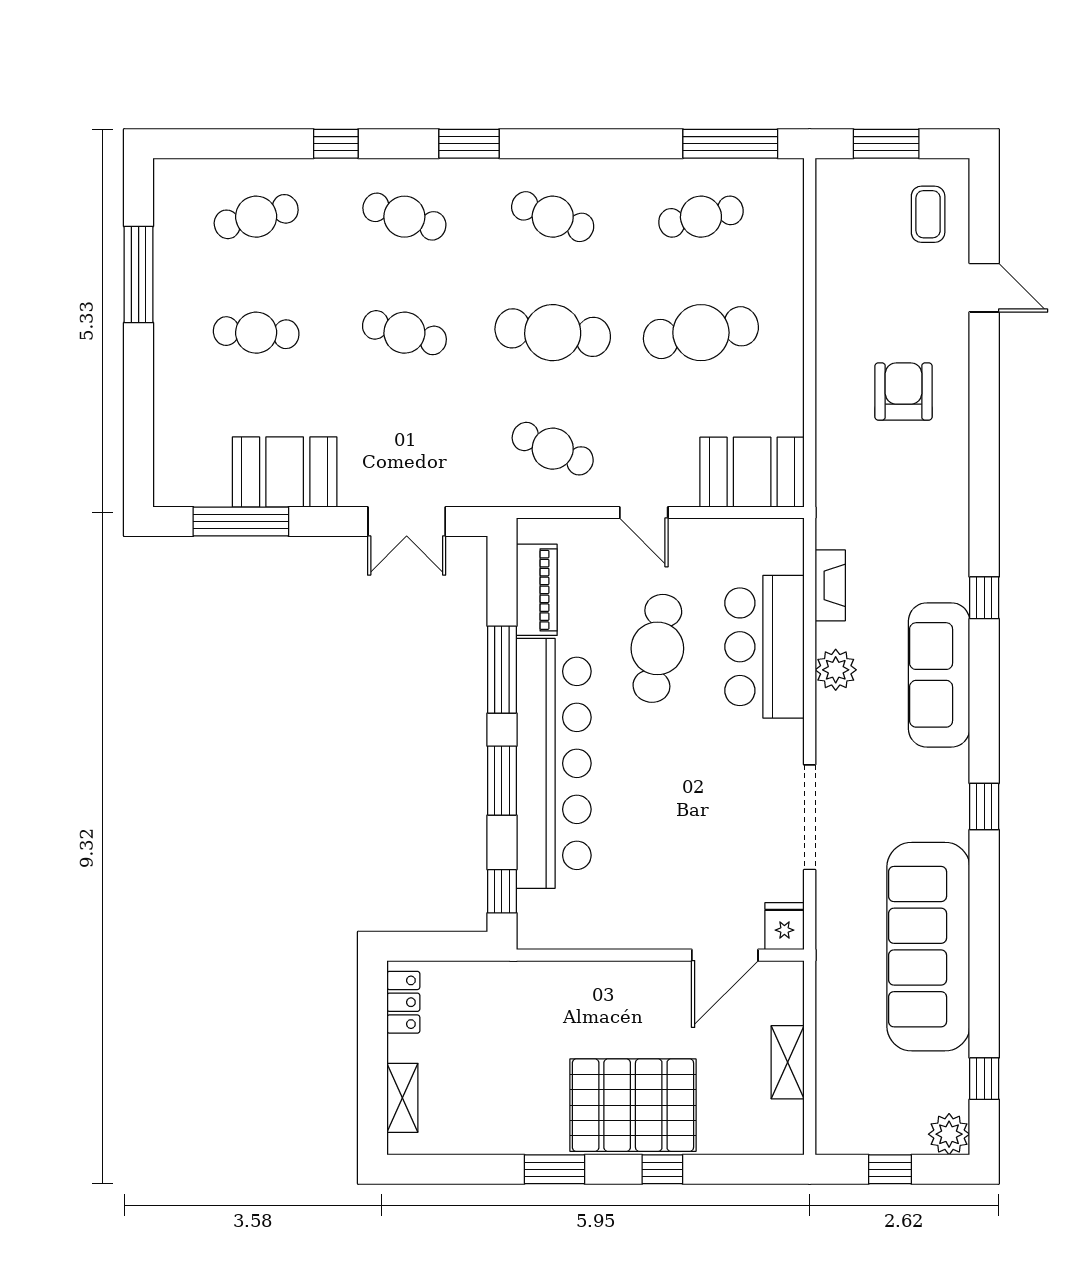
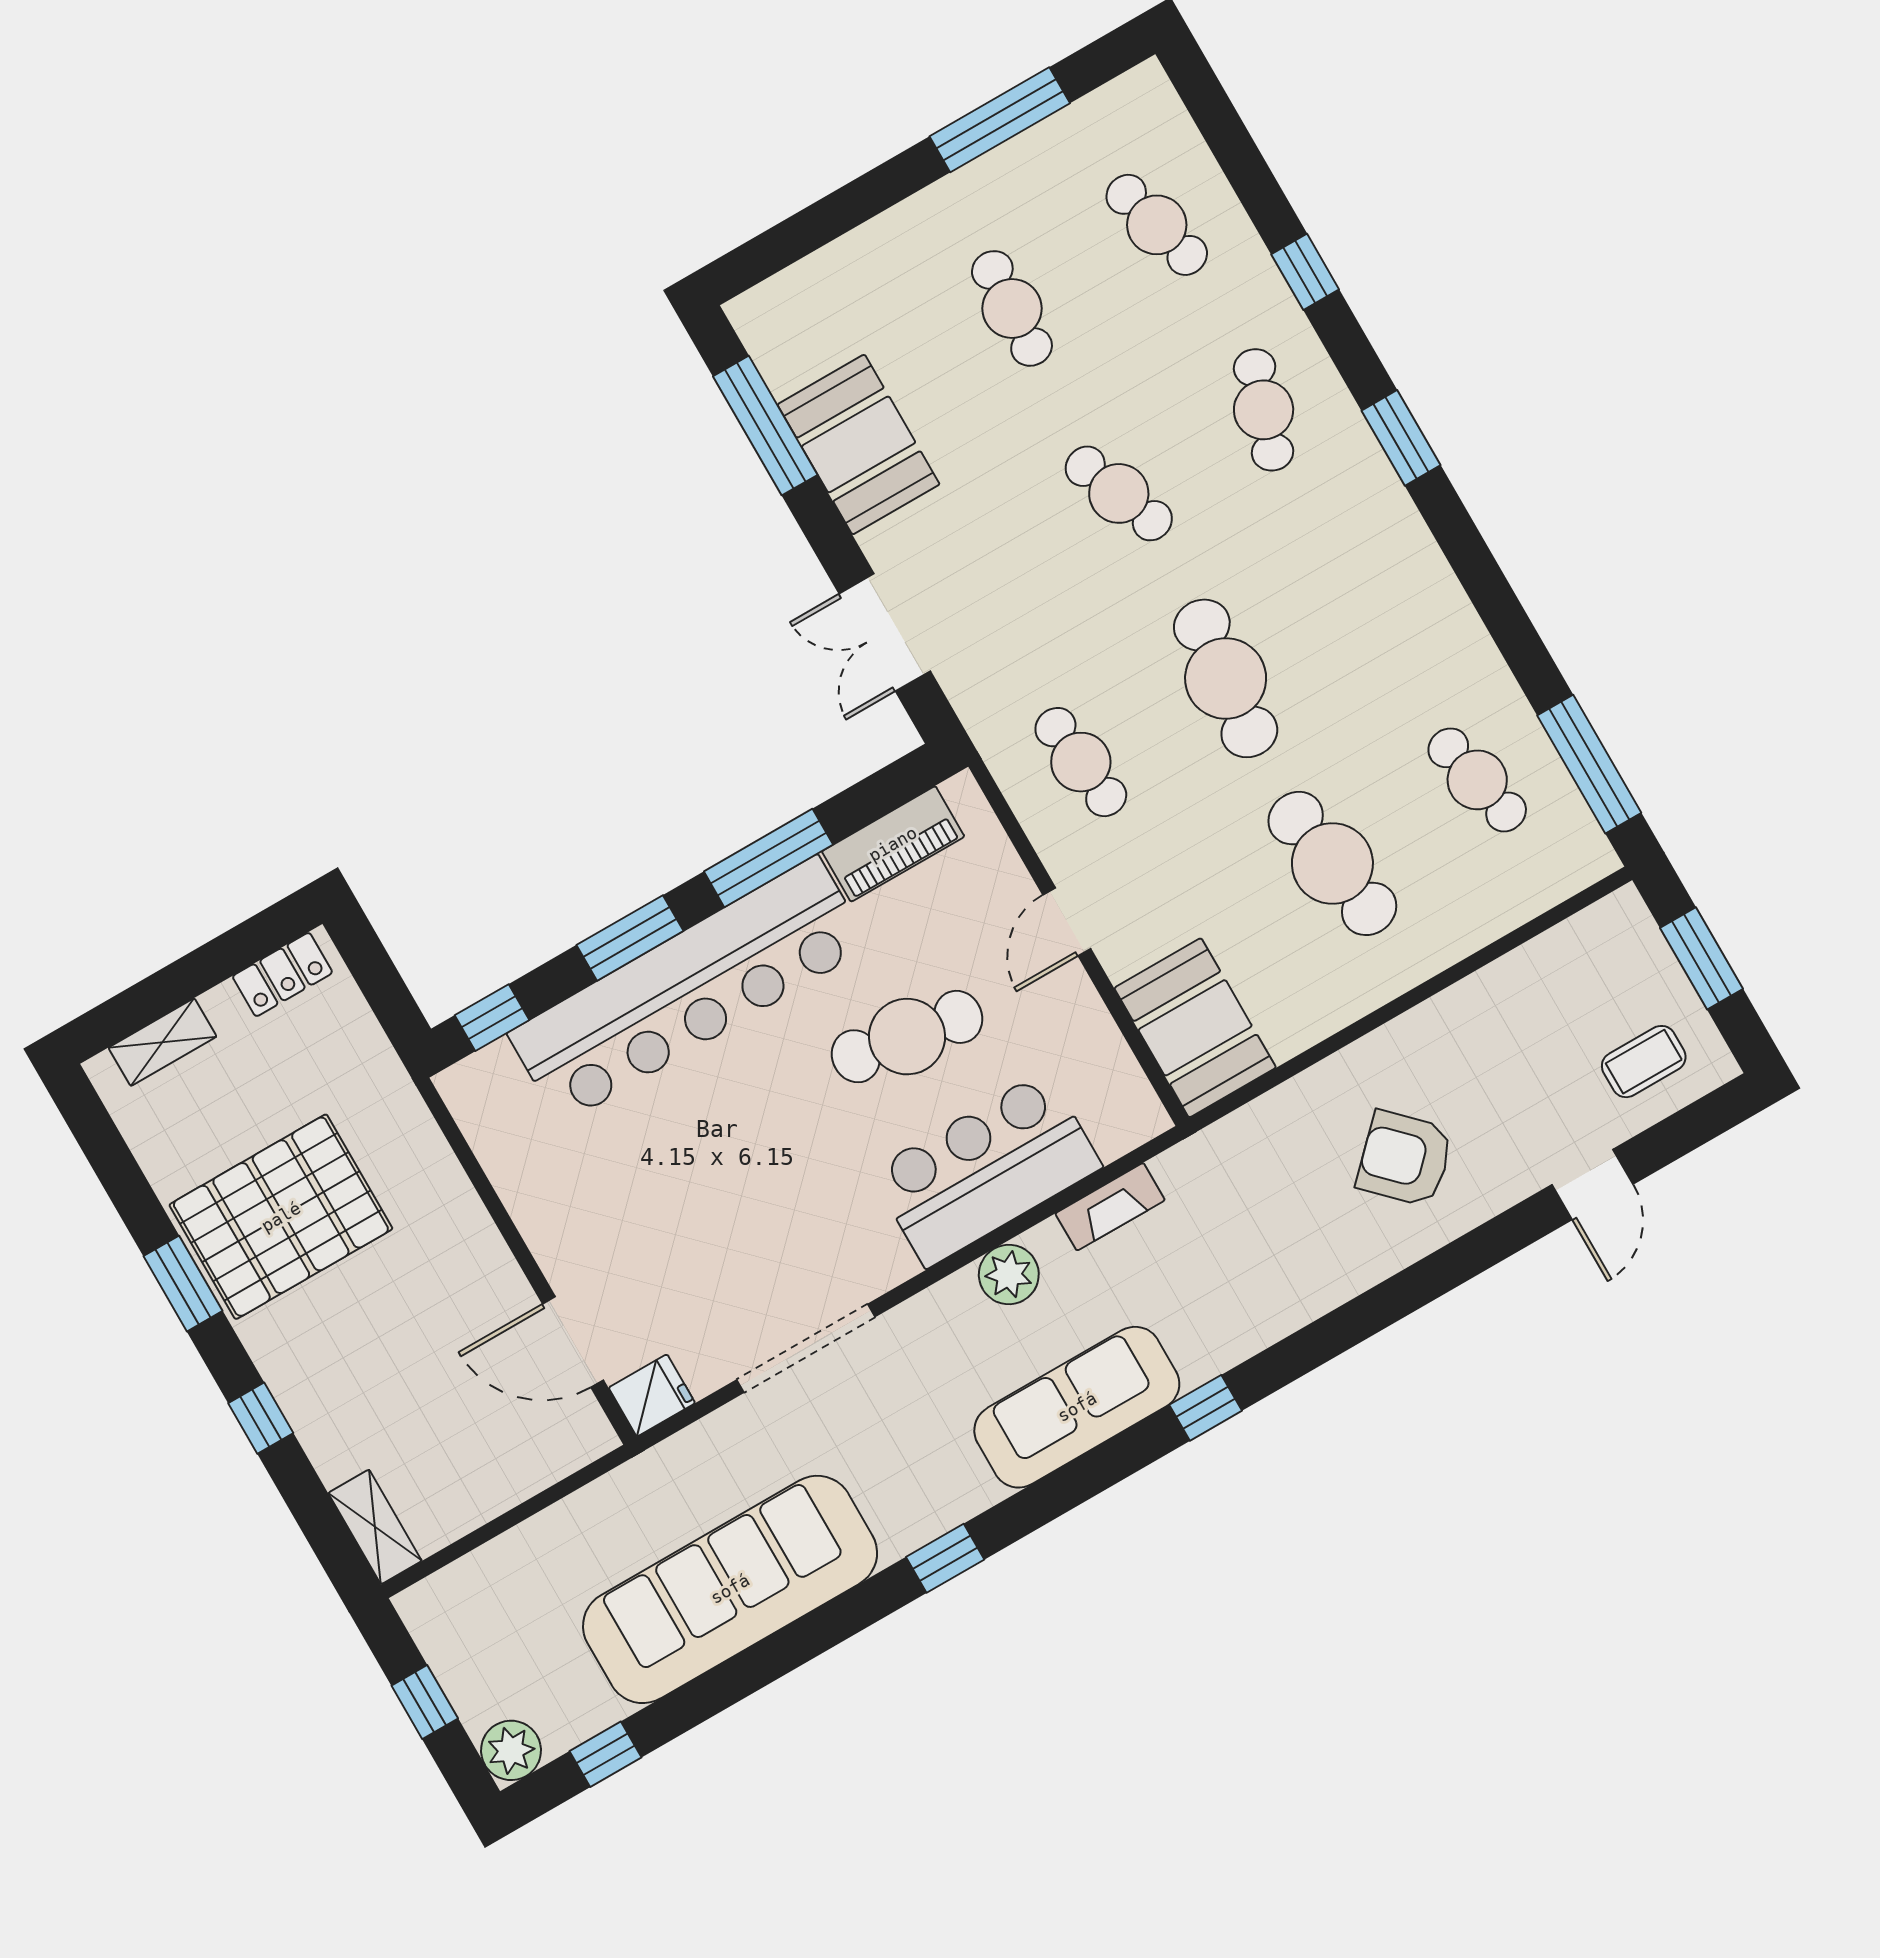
cafe table: (553, 217) -> (1370, 595), removed
cafe table: (404, 333) -> (1119, 493), turned -36
armchair: (904, 392) -> (1405, 1159), turned -135
cafe table: (553, 449) -> (1081, 762), turned -30
shelving: (788, 1062) -> (375, 1527), moved, turned 90
pallet: (633, 1105) -> (281, 1217), moved, turned 90

